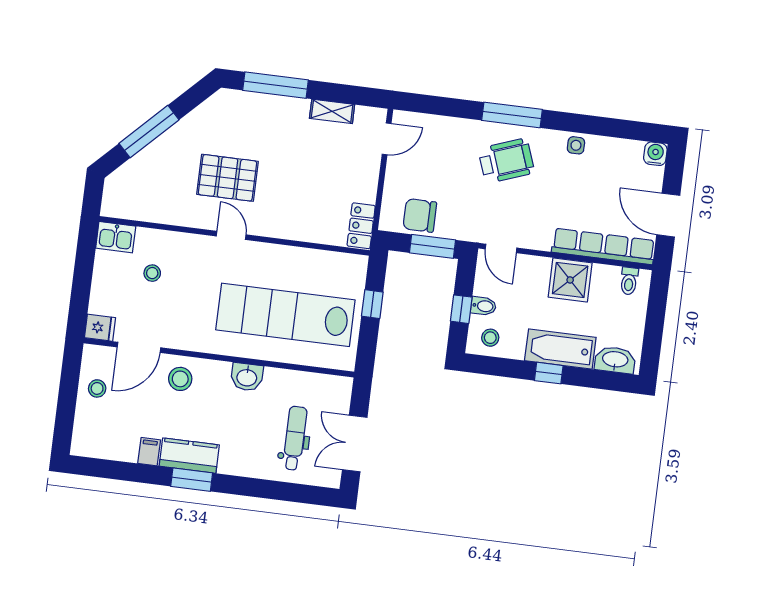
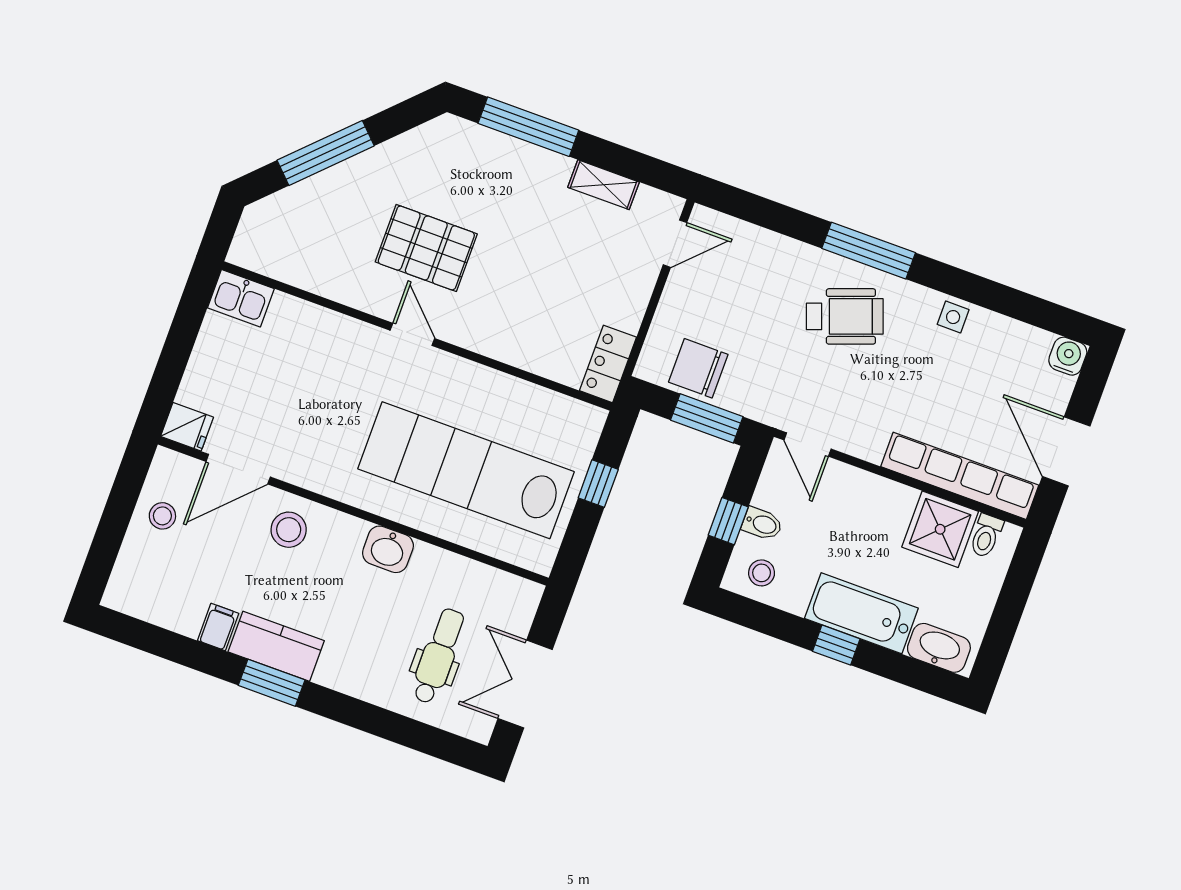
stool: (152, 273) -> (283, 364), removed
shower: (570, 280) -> (940, 529), moved

